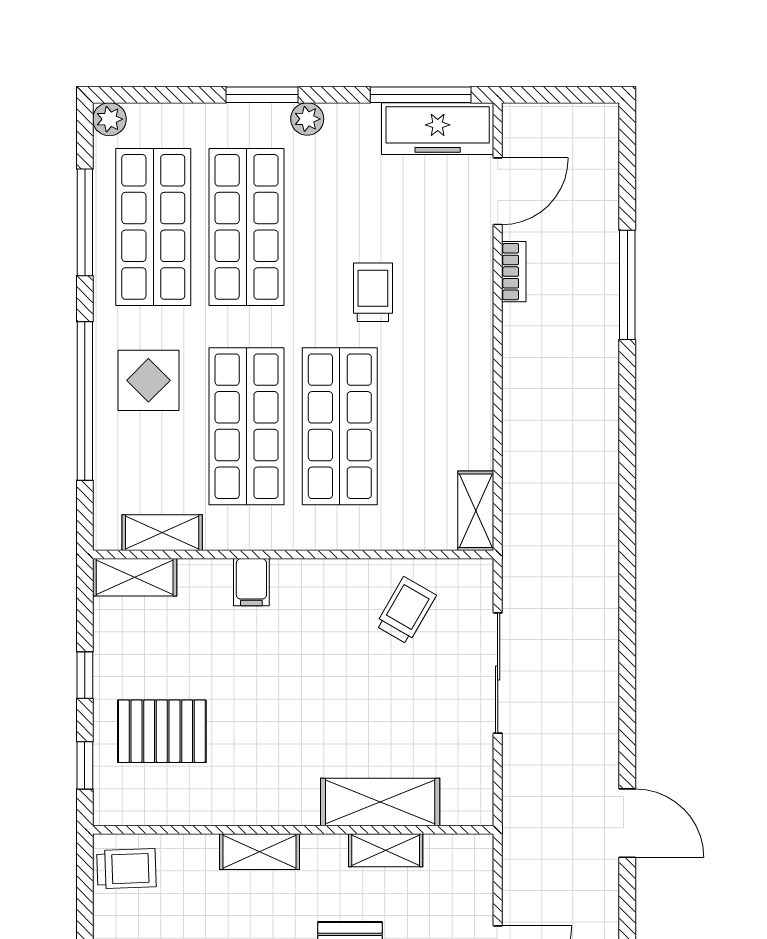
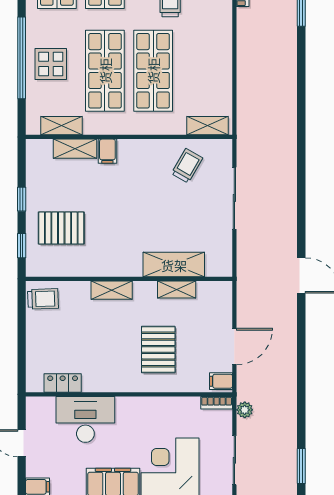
display table: (148, 380) -> (51, 64), moved
shelving: (476, 511) -> (208, 126), moved, turned 90
shelving: (135, 577) -> (75, 149), moved

